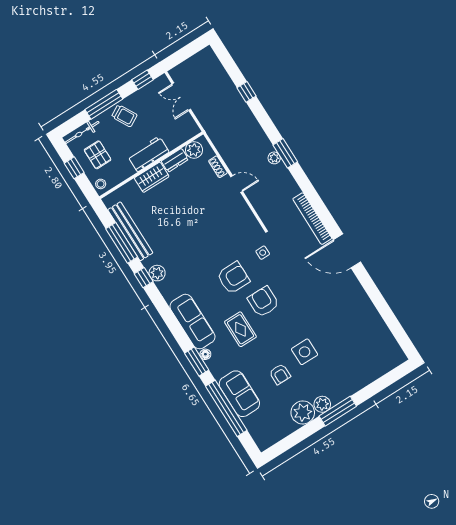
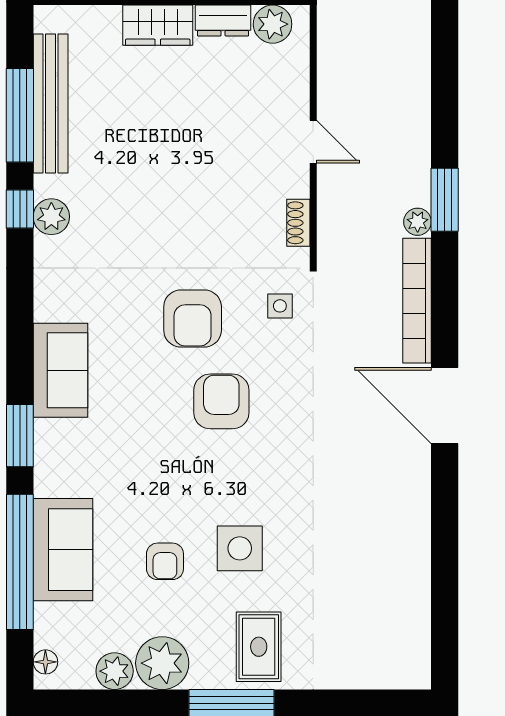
window: (285, 153) -> (445, 200), moved
plant: (274, 158) -> (418, 222), moved
shoe rack: (218, 167) -> (298, 223), moved
armchair: (233, 278) -> (193, 319), turned 90
sofa: (192, 322) -> (60, 370), width x0.73
rug: (240, 329) -> (259, 647), moved
floor lamp: (205, 354) -> (45, 662), moved
plant: (322, 404) -> (115, 671), moved

